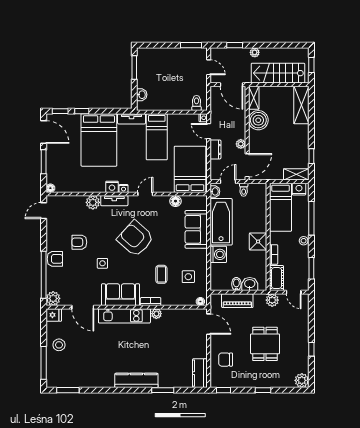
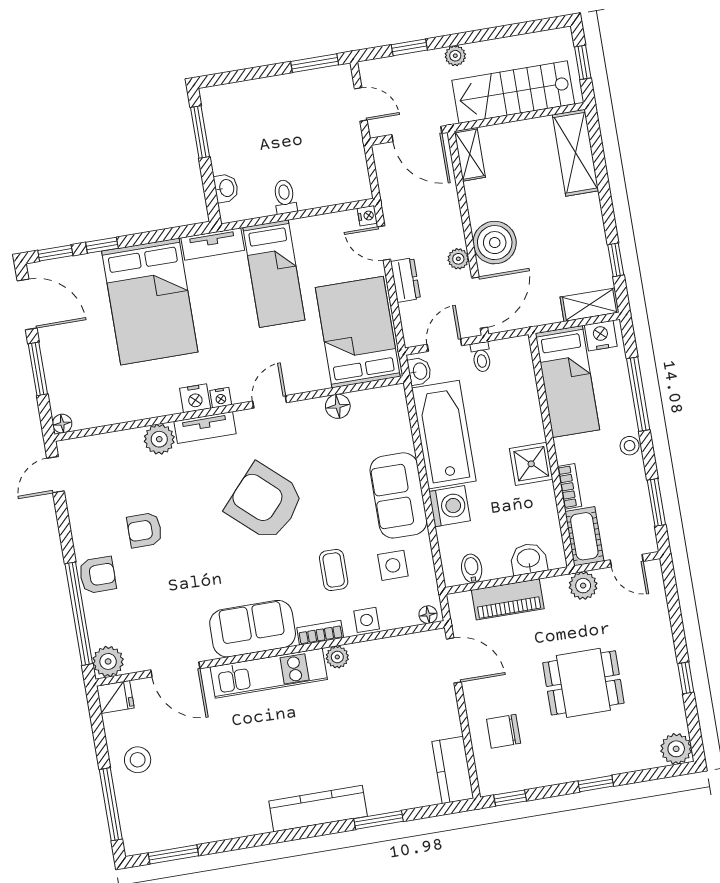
toilet: (197, 103) -> (285, 197), moved
boiler: (258, 120) -> (495, 243), moved
sofa: (196, 229) -> (399, 495), moved
side table: (102, 263) -> (367, 620), moved
bidet: (236, 284) -> (472, 568), moved
dining table: (265, 344) -> (583, 683), turned 90

